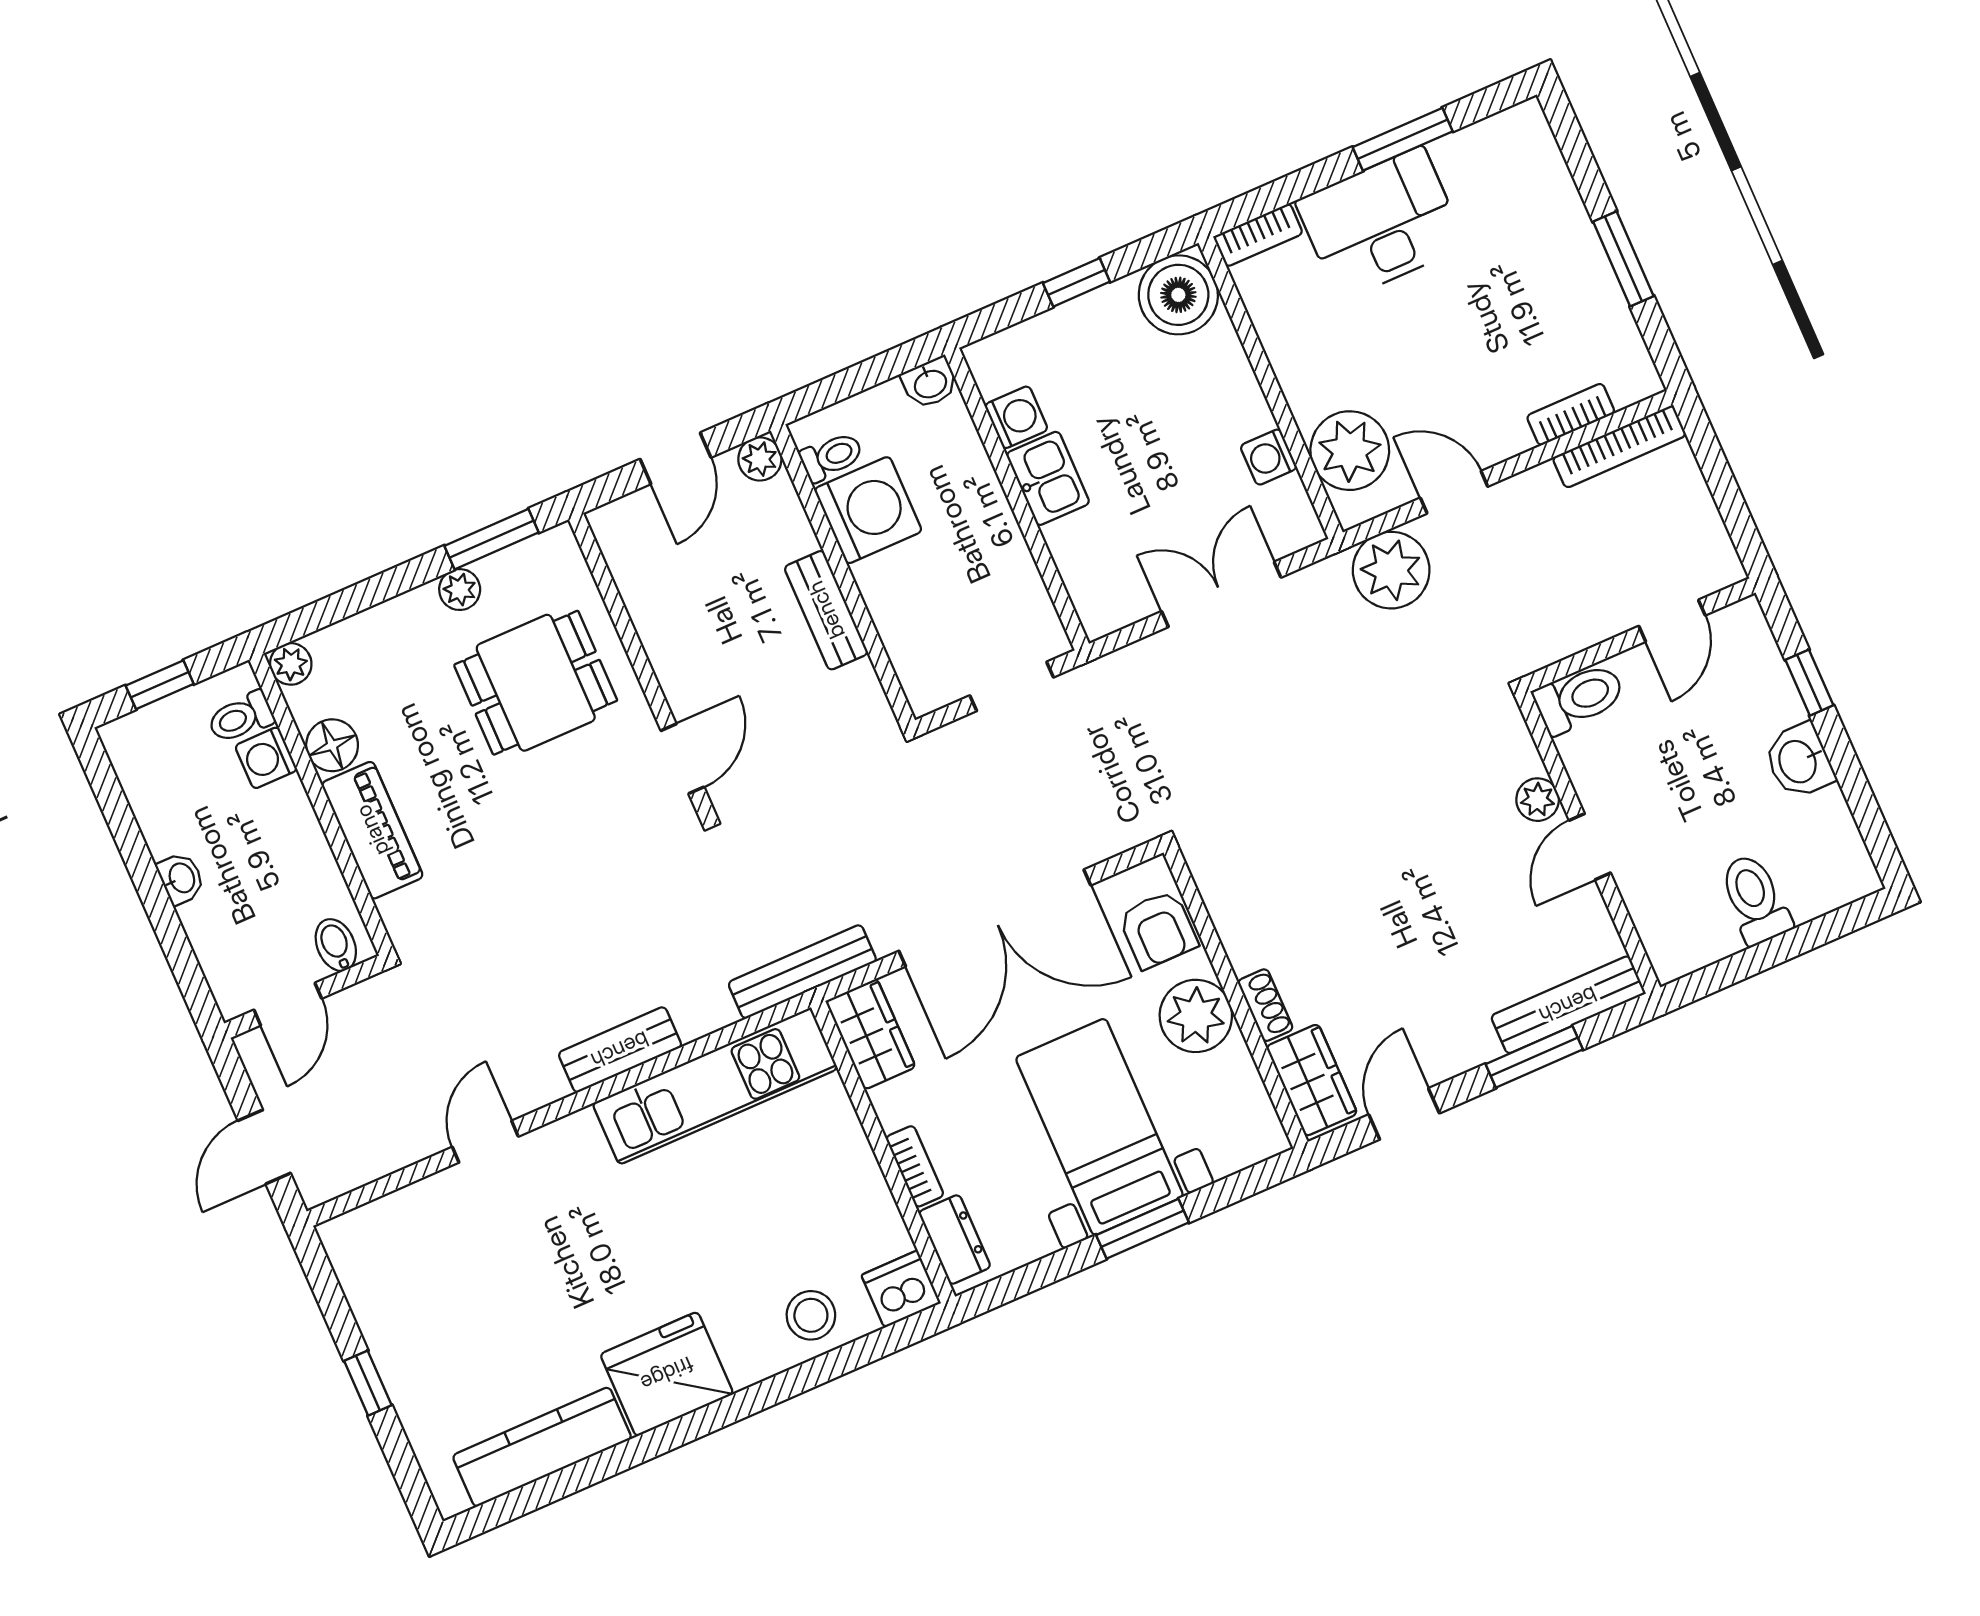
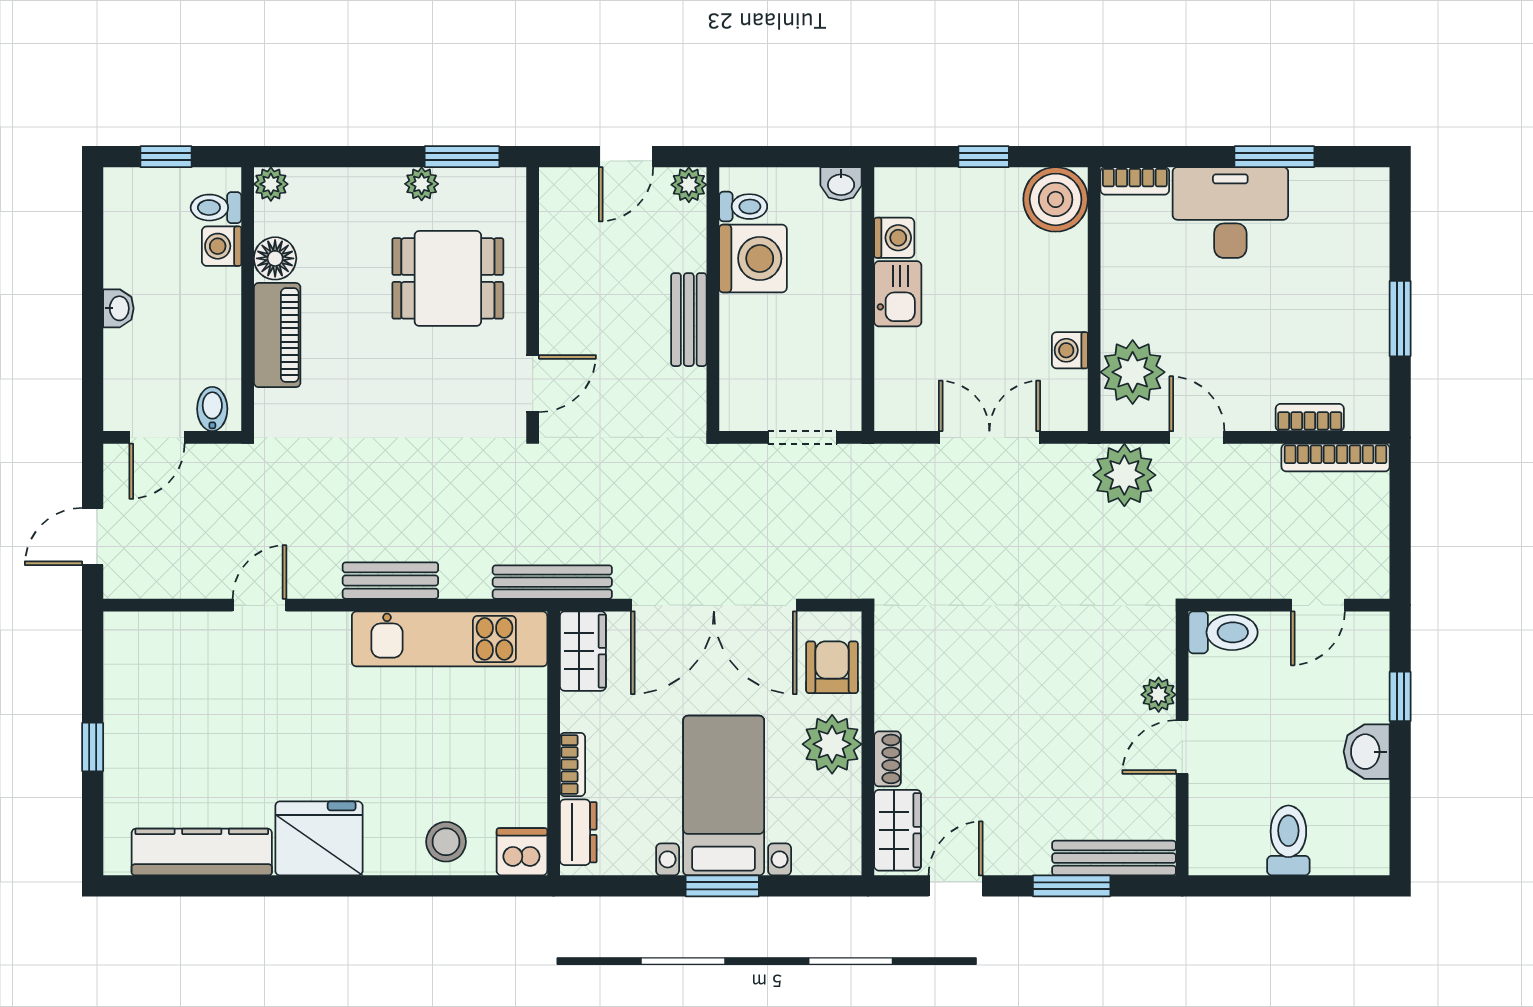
armchair: (1158, 929) -> (832, 667), turned 180

